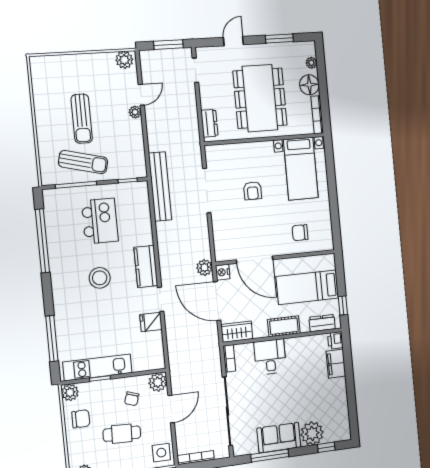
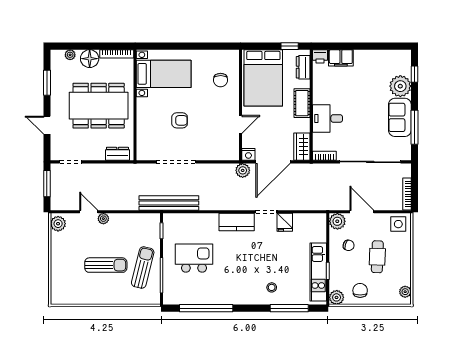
door: (255, 260) -> (240, 124), width x0.53
stool: (100, 278) -> (272, 287), moved, width x0.53, depth x0.53
bed: (307, 287) -> (263, 78), width x1.50

